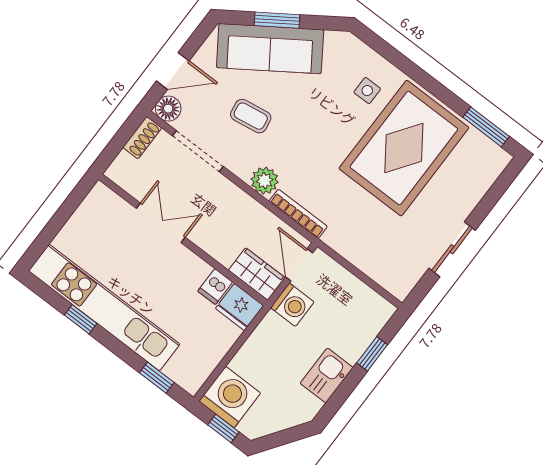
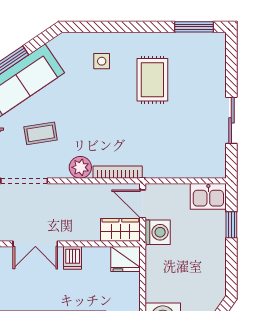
rug: (404, 148) -> (152, 80), width x0.54, depth x0.49
double door: (161, 223) -> (35, 244), swing flipped
dishwasher: (215, 287) -> (73, 258), moved
kitchen sink: (327, 375) -> (208, 196), moved, turned -90

